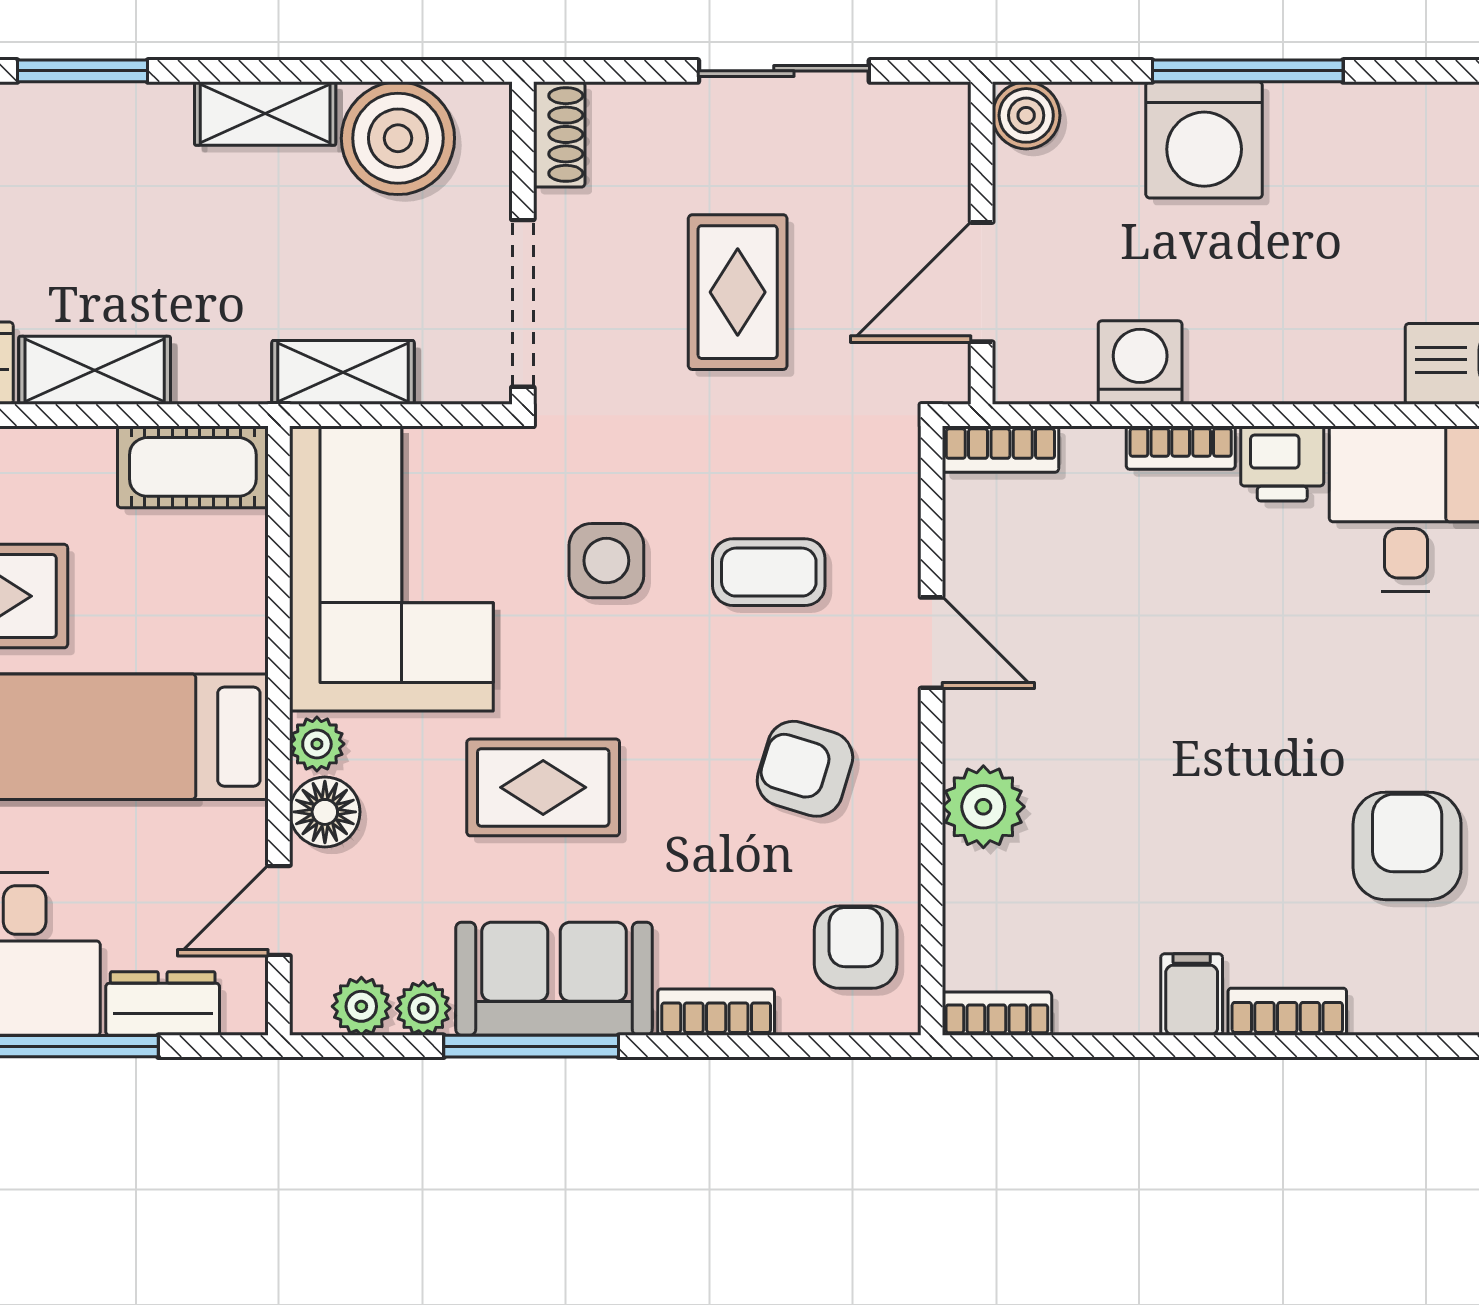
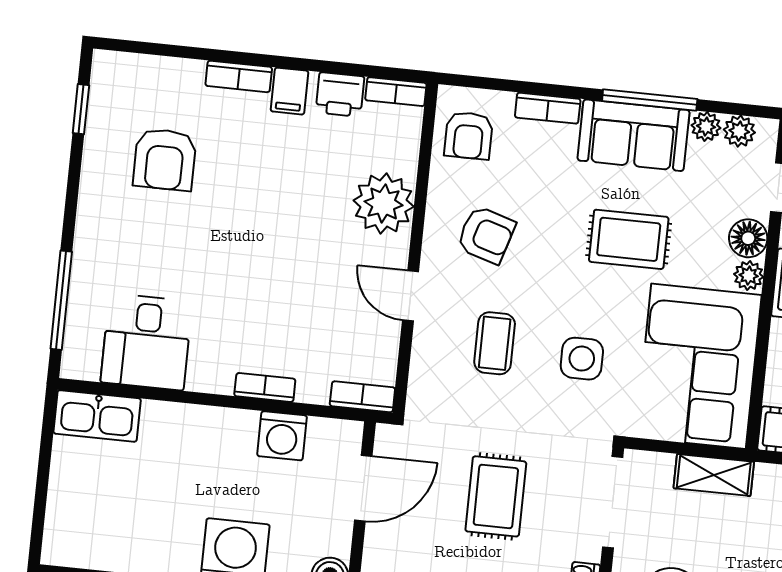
printer: (1282, 464) -> (340, 94), moved, turned 180
coffee table: (769, 572) -> (495, 343), turned 90
plant: (983, 807) -> (384, 203), width x1.36, depth x1.36

